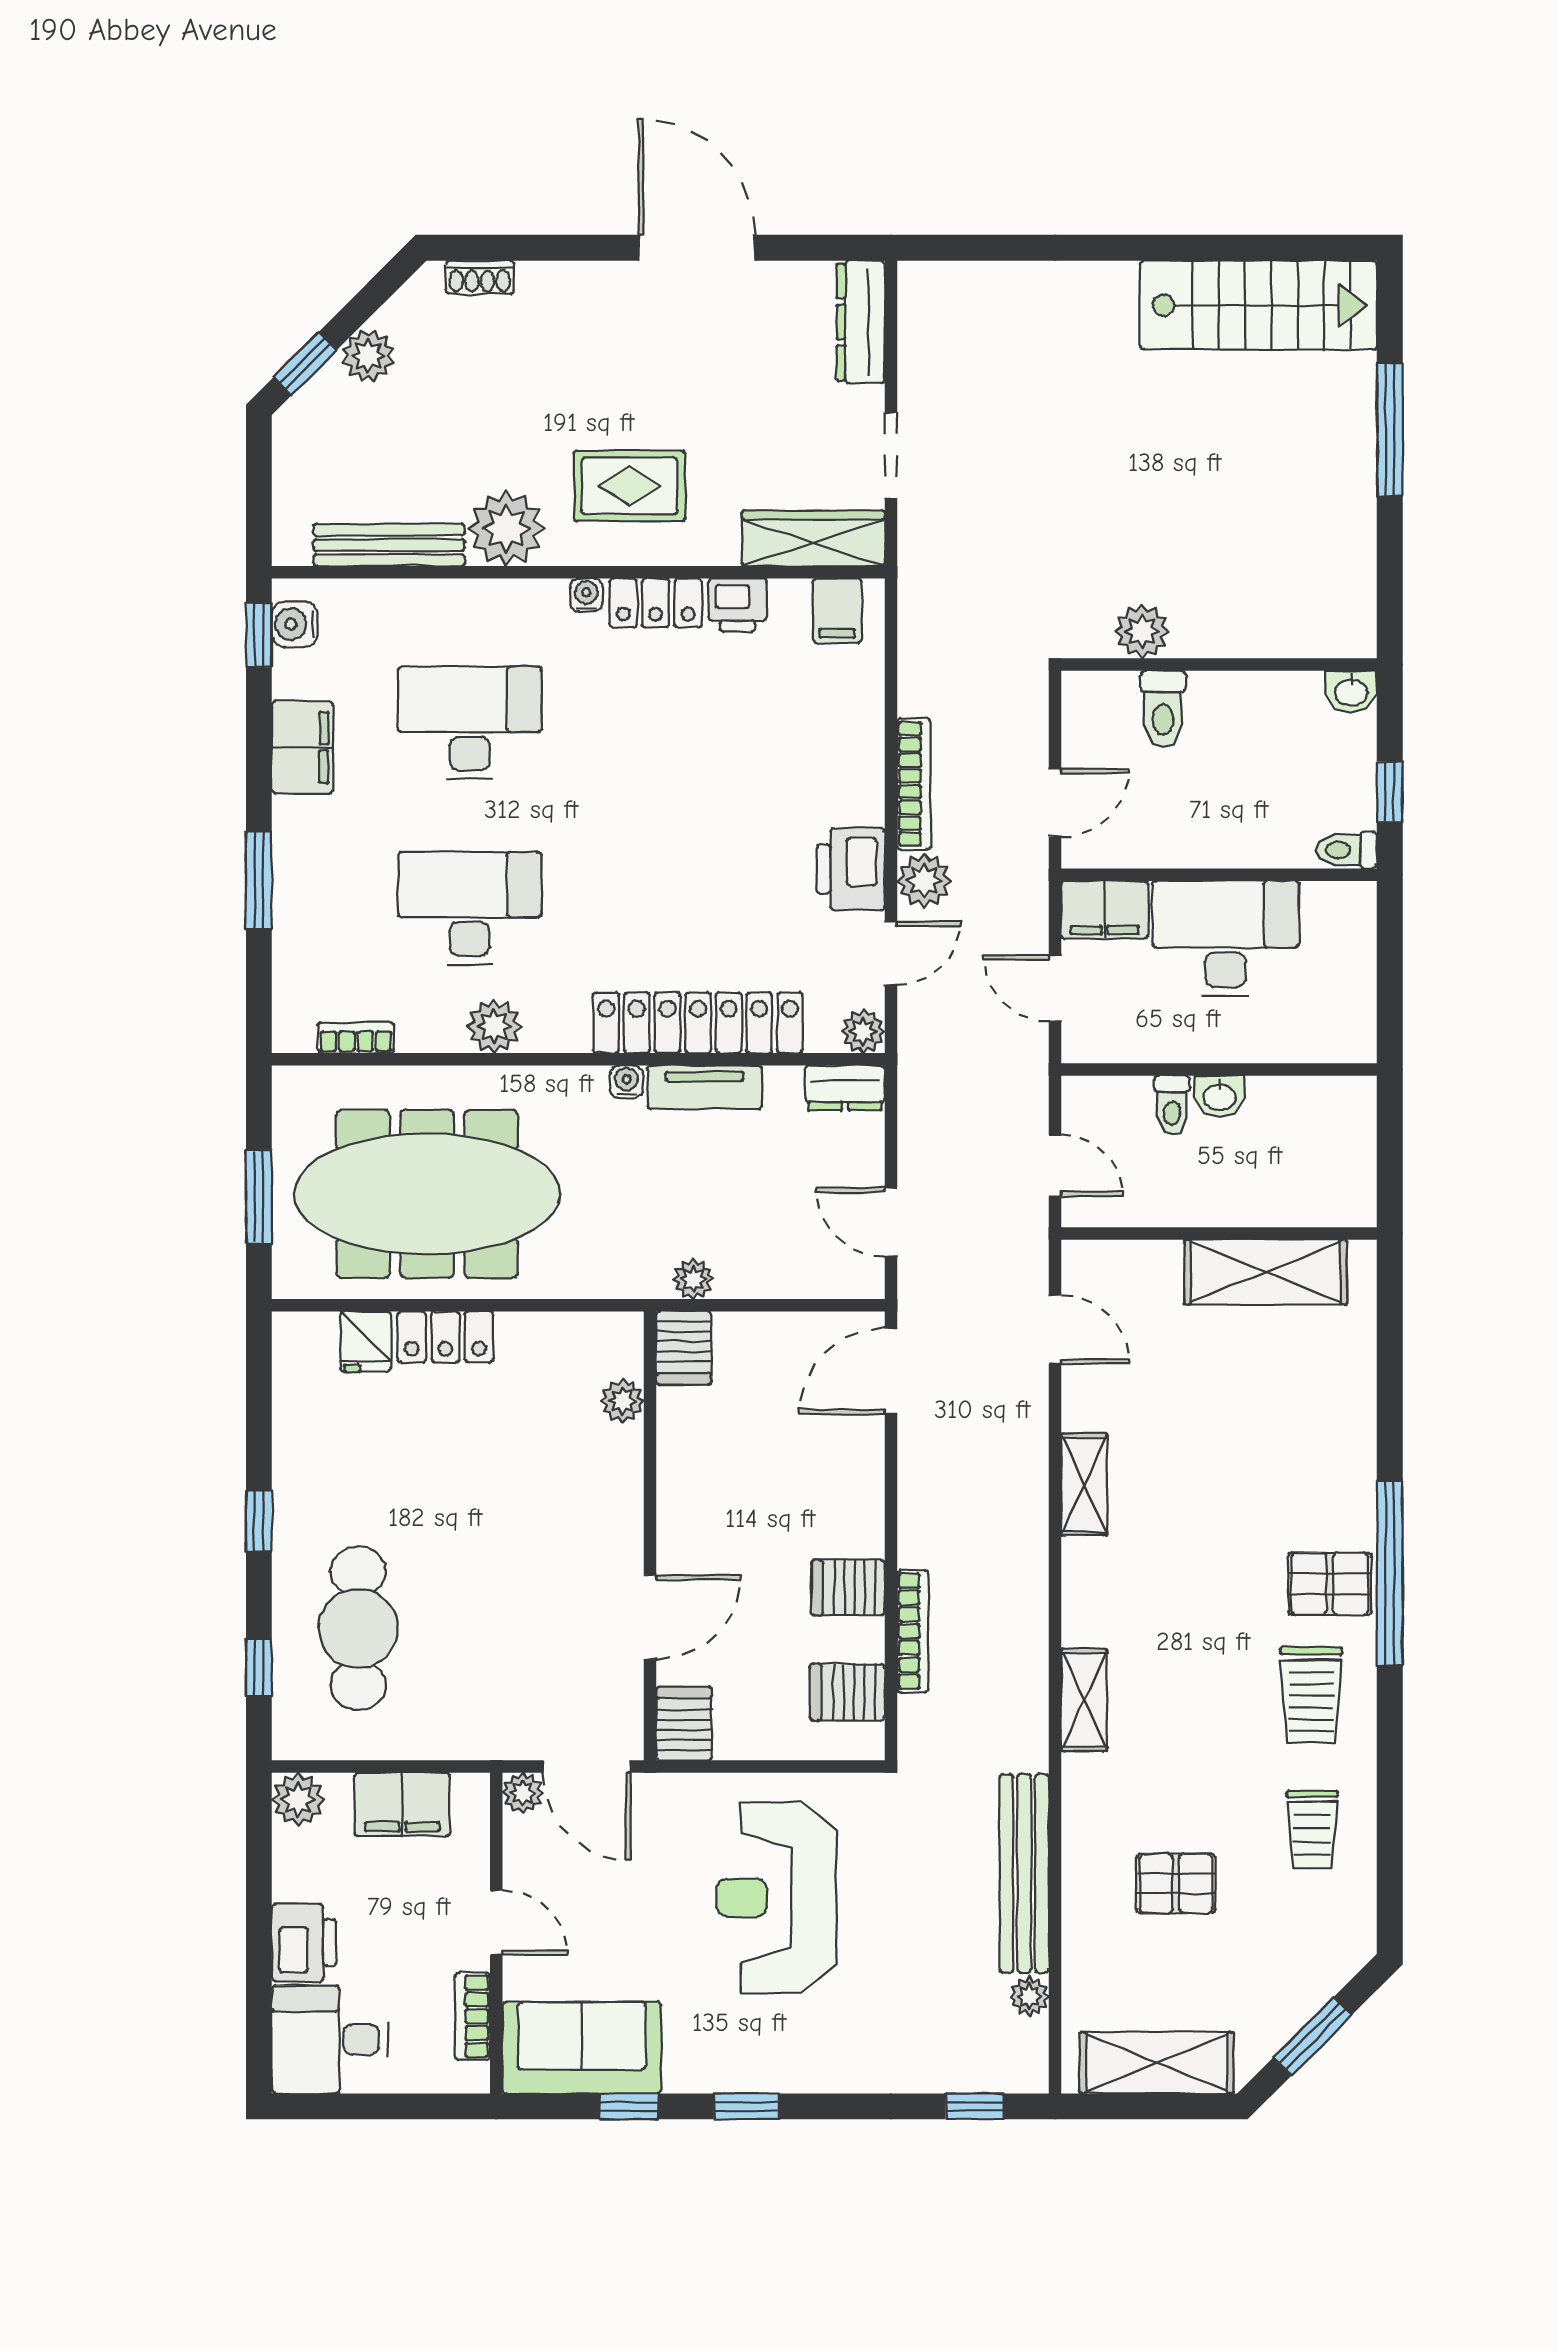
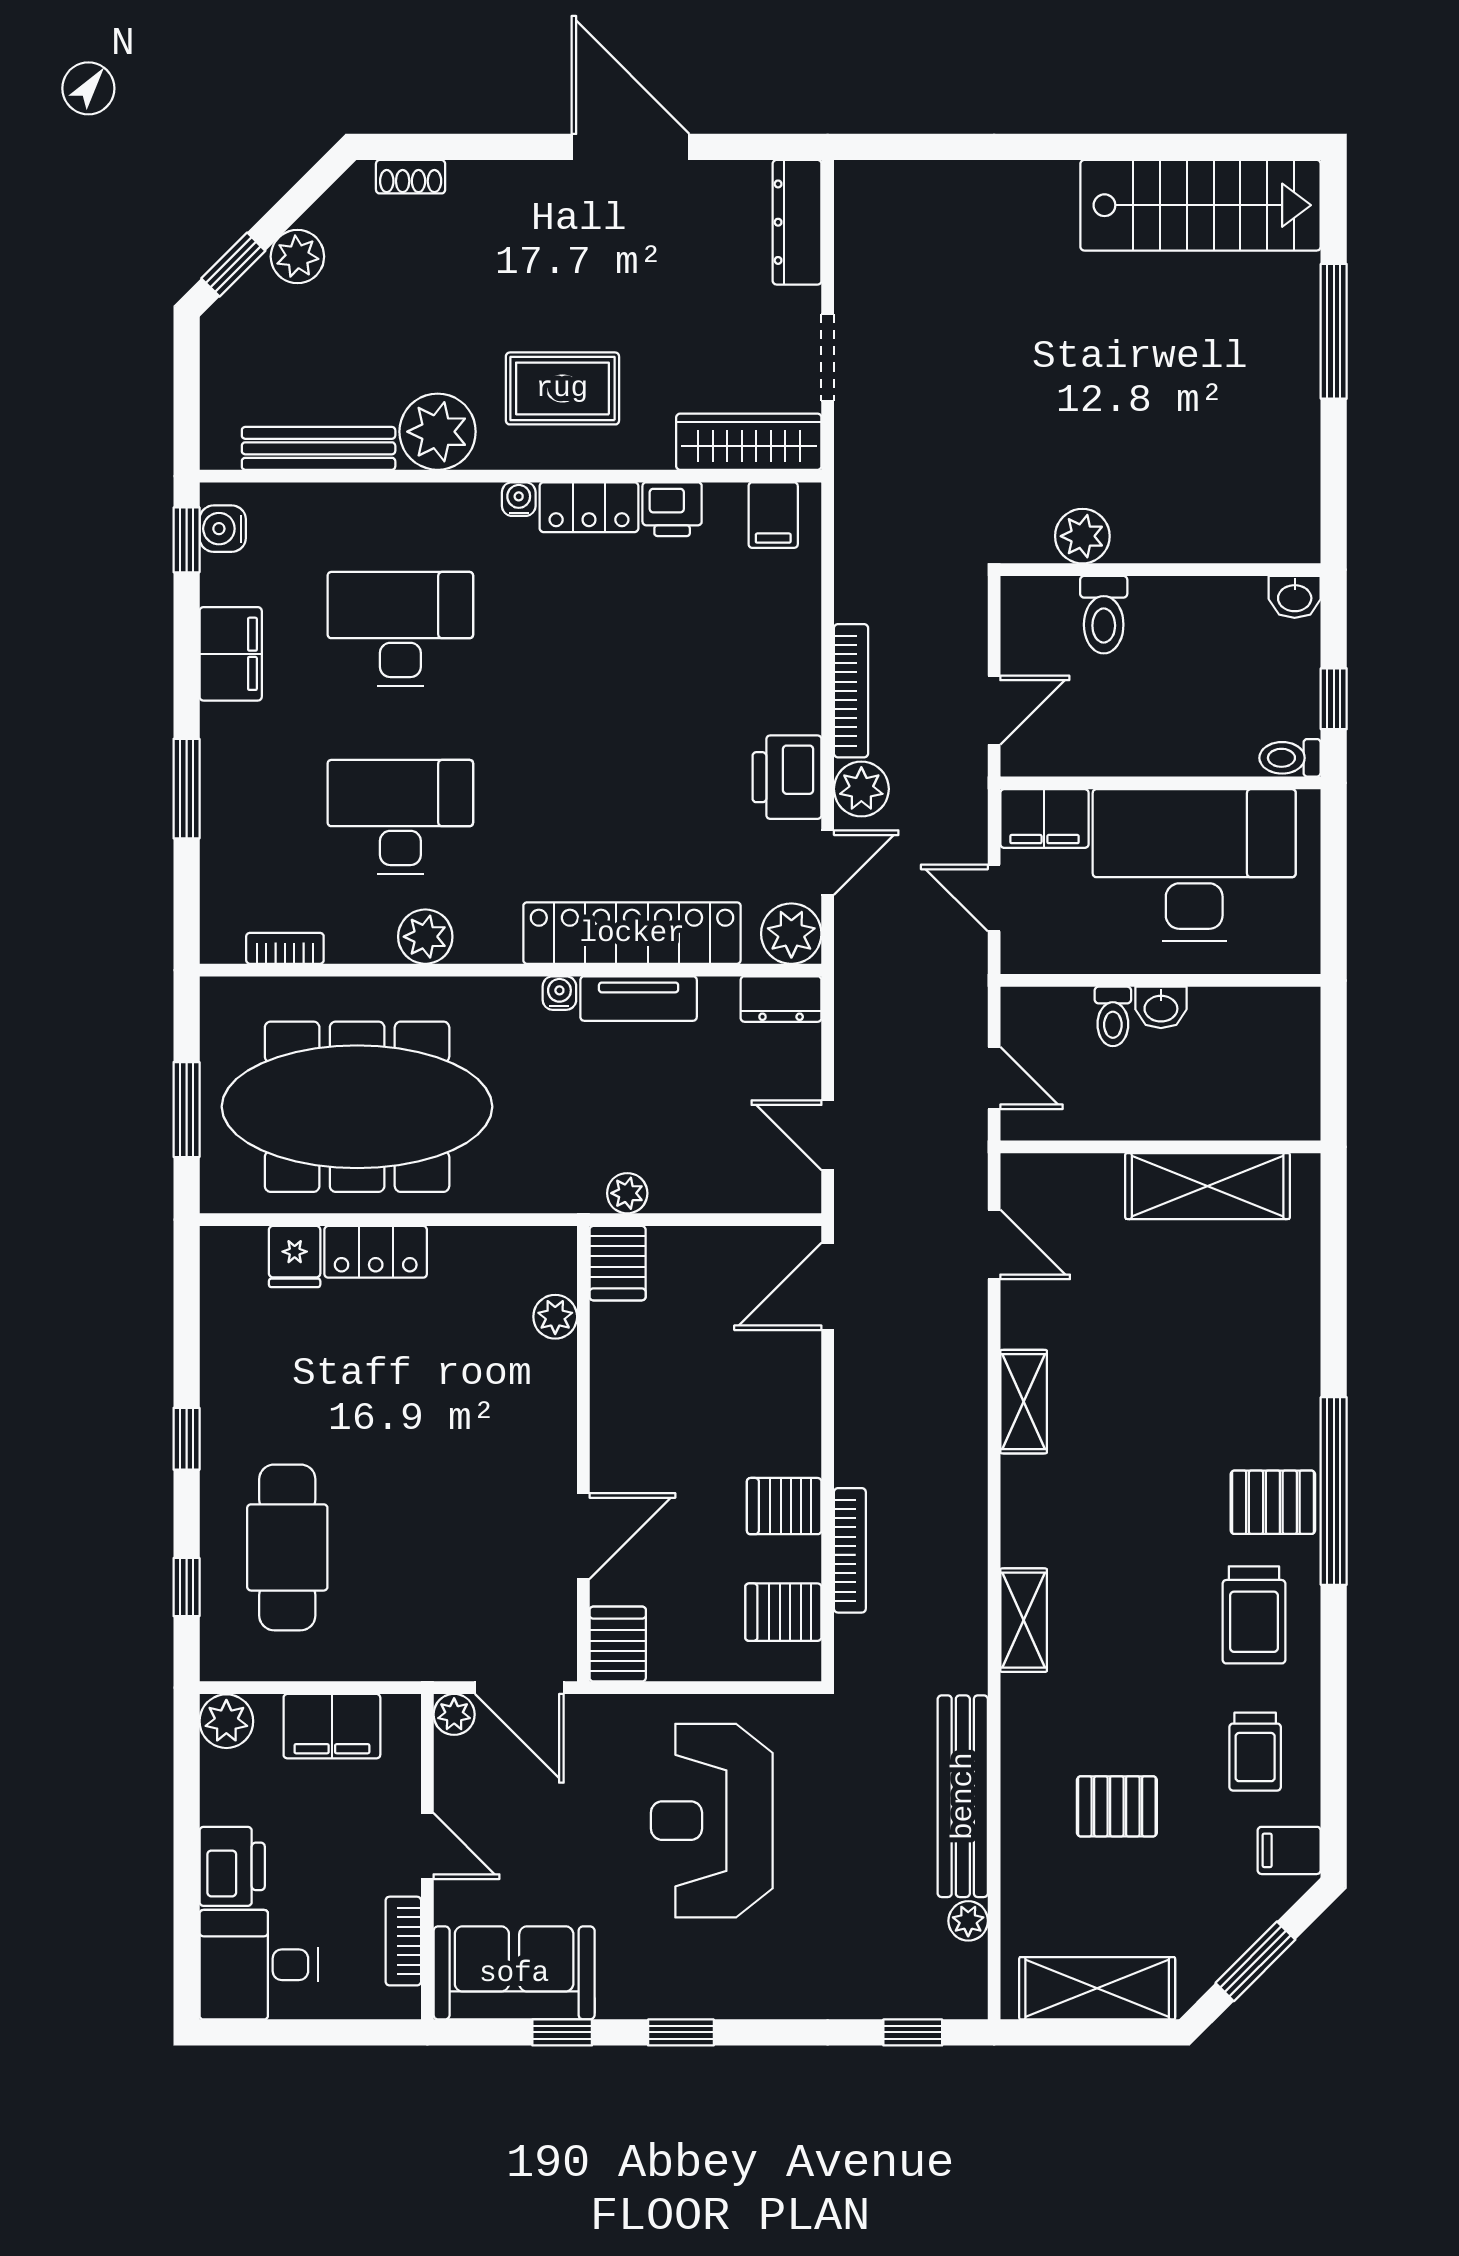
desk: (1226, 938) -> (1194, 865), width x1.36, depth x1.30
plant: (863, 1031) -> (791, 934), width x1.38, depth x1.38
filing cabinet: (1346, 1927) -> (1289, 1850), added

